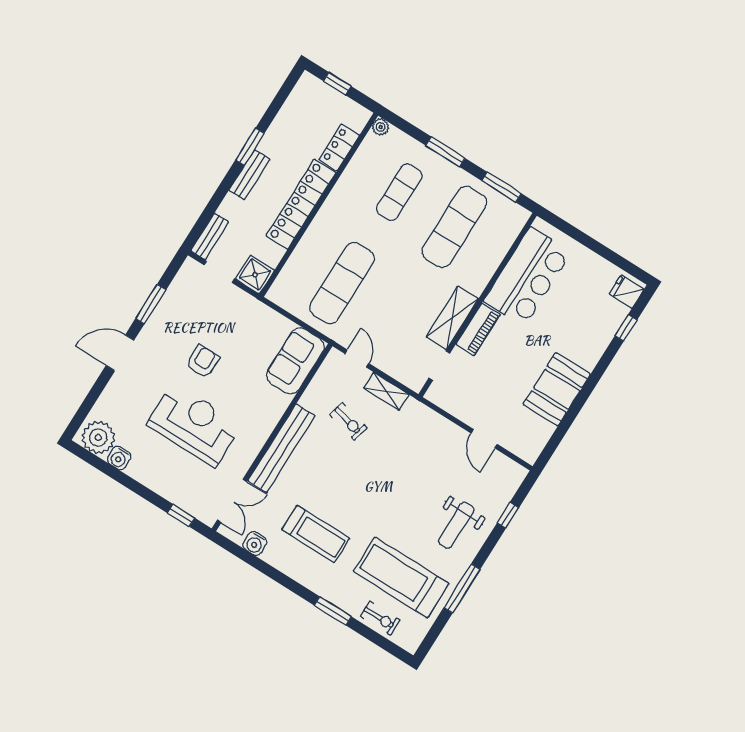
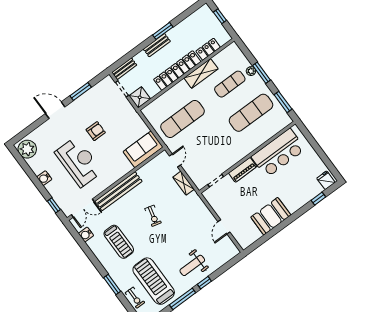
plant: (381, 127) -> (251, 71), moved
shelving: (452, 318) -> (201, 73), moved
exercise bike: (348, 421) -> (153, 216), moved
water cooler: (119, 458) -> (44, 178), moved
window: (508, 515) -> (204, 283), moved

